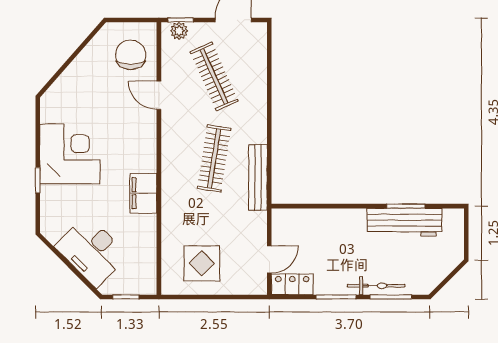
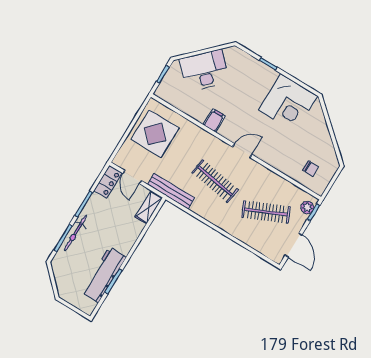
chair: (131, 55) -> (311, 169), width x0.54, depth x0.54
door: (159, 95) -> (242, 151), moved
corner desk: (70, 154) -> (288, 103), moved
bench: (258, 178) -> (171, 191), moved
filing cabinet: (143, 193) -> (214, 120), width x0.50
shelving: (293, 218) -> (149, 207), added
display table: (202, 263) -> (155, 134), width x1.36, depth x1.36

